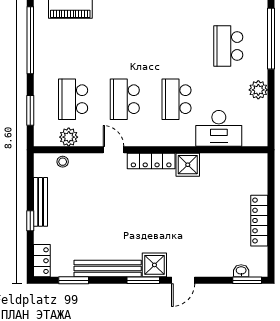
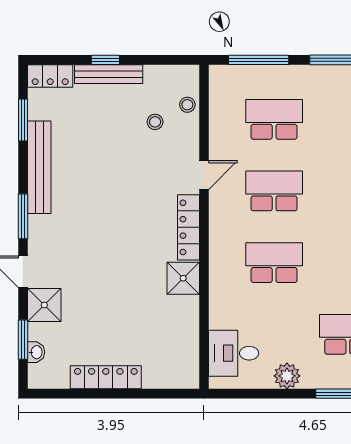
window: (30, 110) -> (259, 60), width x1.44
desk: (219, 128) -> (234, 353), moved, width x0.73
plant: (69, 137) -> (222, 113), removed
stool: (75, 185) -> (155, 122), added
bench: (41, 202) -> (109, 74), moved
shower: (154, 265) -> (44, 305), moved
window: (247, 280) -> (23, 340), moved

